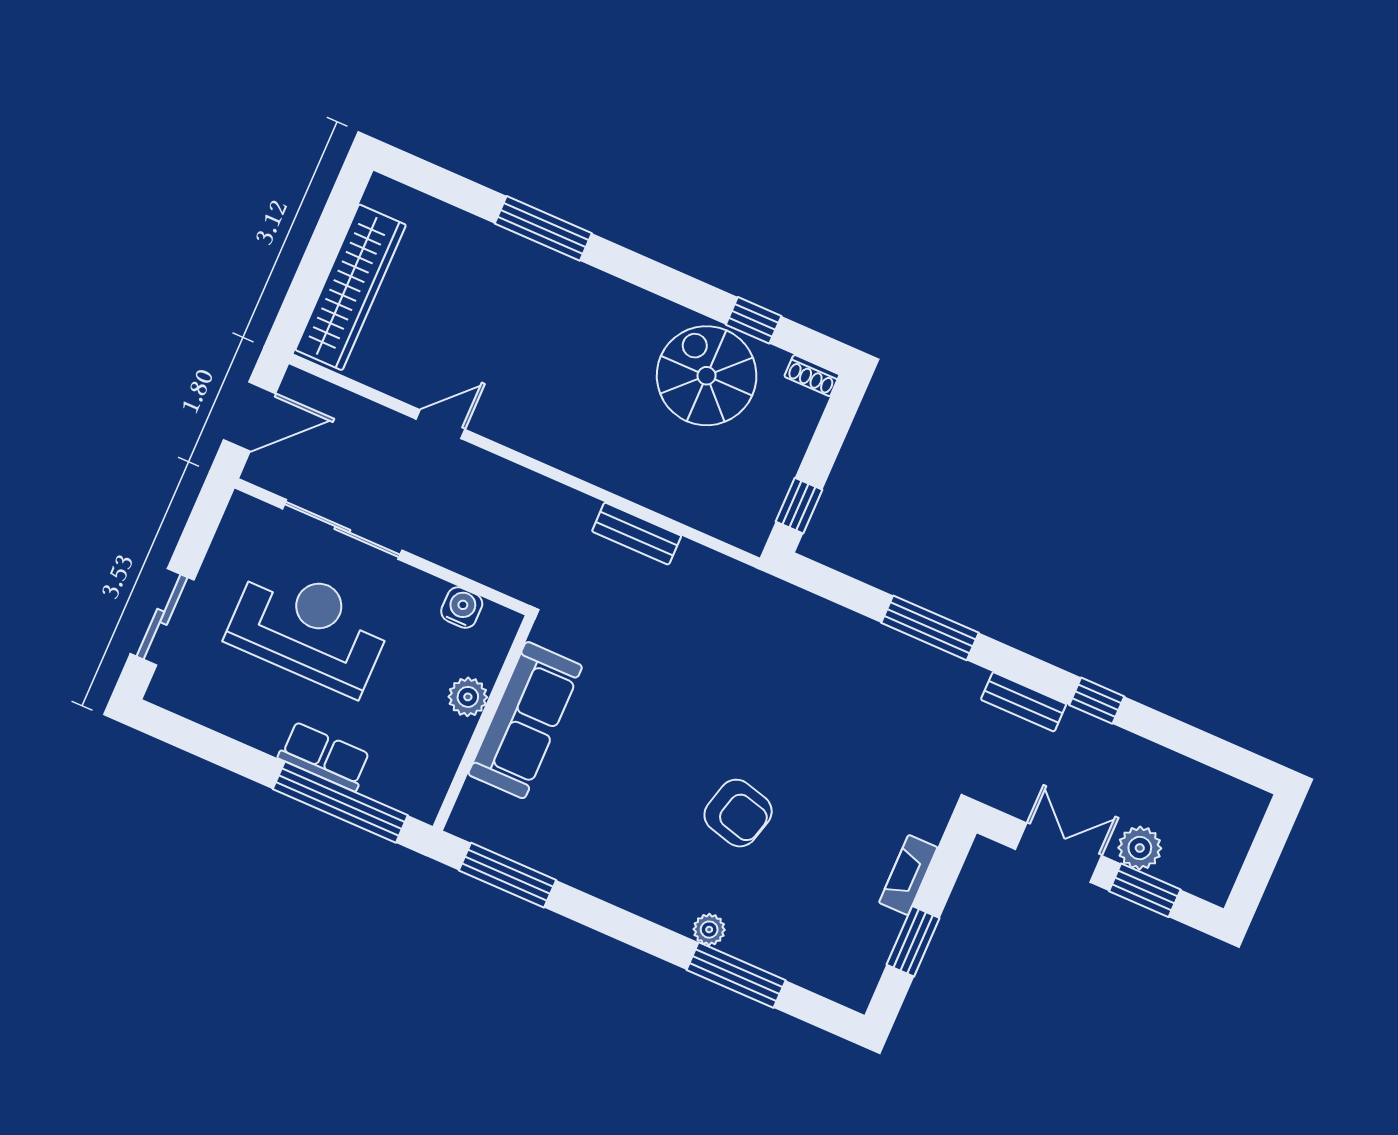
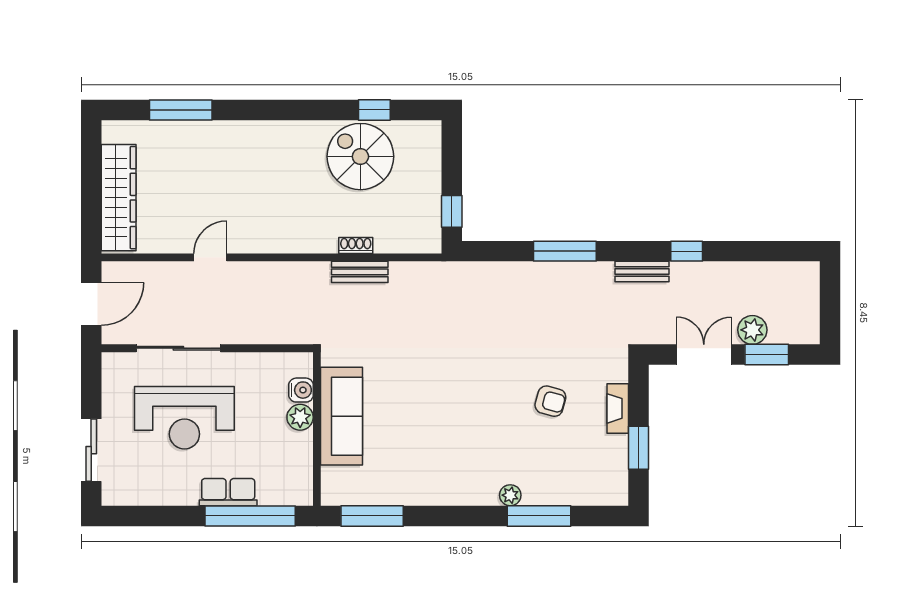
window: (543, 228) -> (181, 110), moved
shoe rack: (812, 376) -> (356, 246), moved, turned 180
water cooler: (462, 608) -> (301, 390), moved, turned 90
reception desk: (309, 628) -> (184, 418), turned 180
armchair: (738, 813) -> (550, 401), moved, width x0.72, depth x0.72

